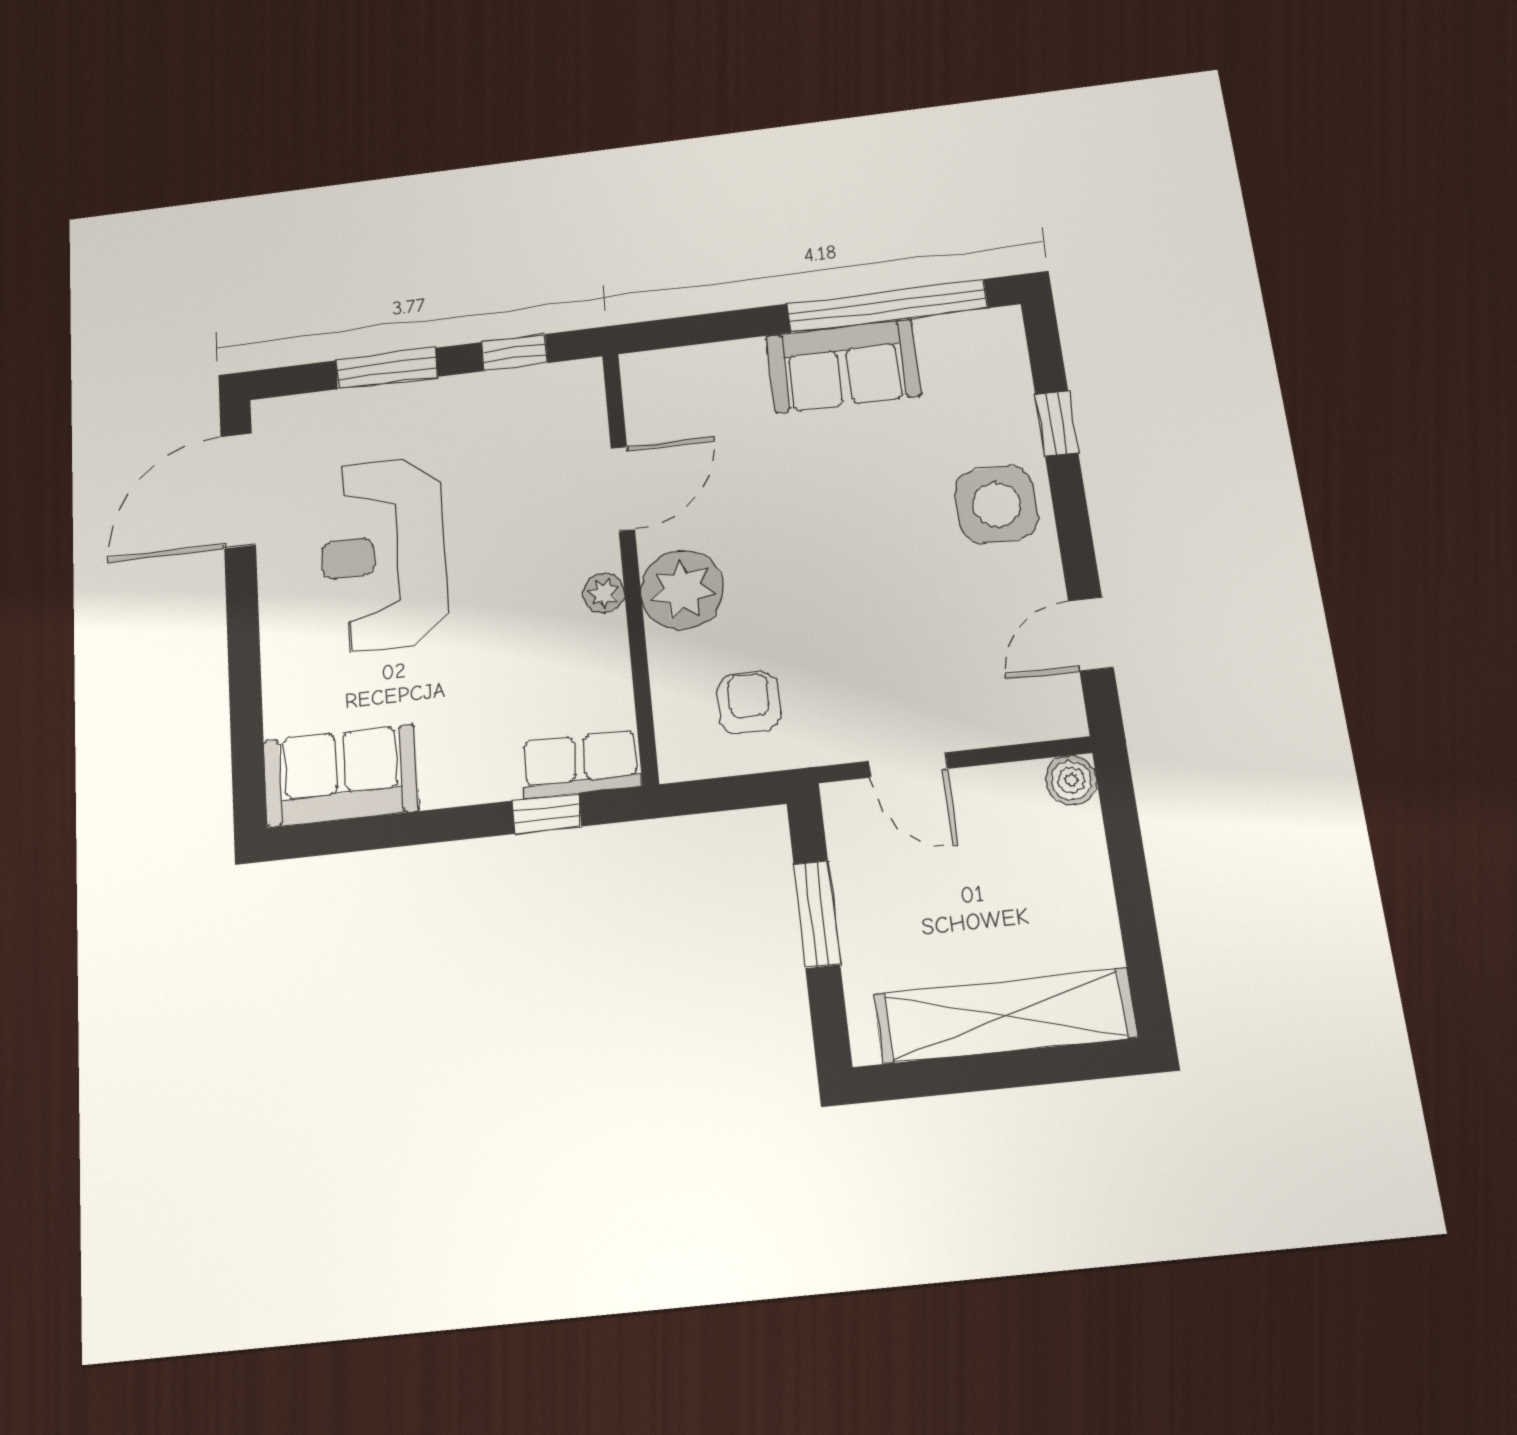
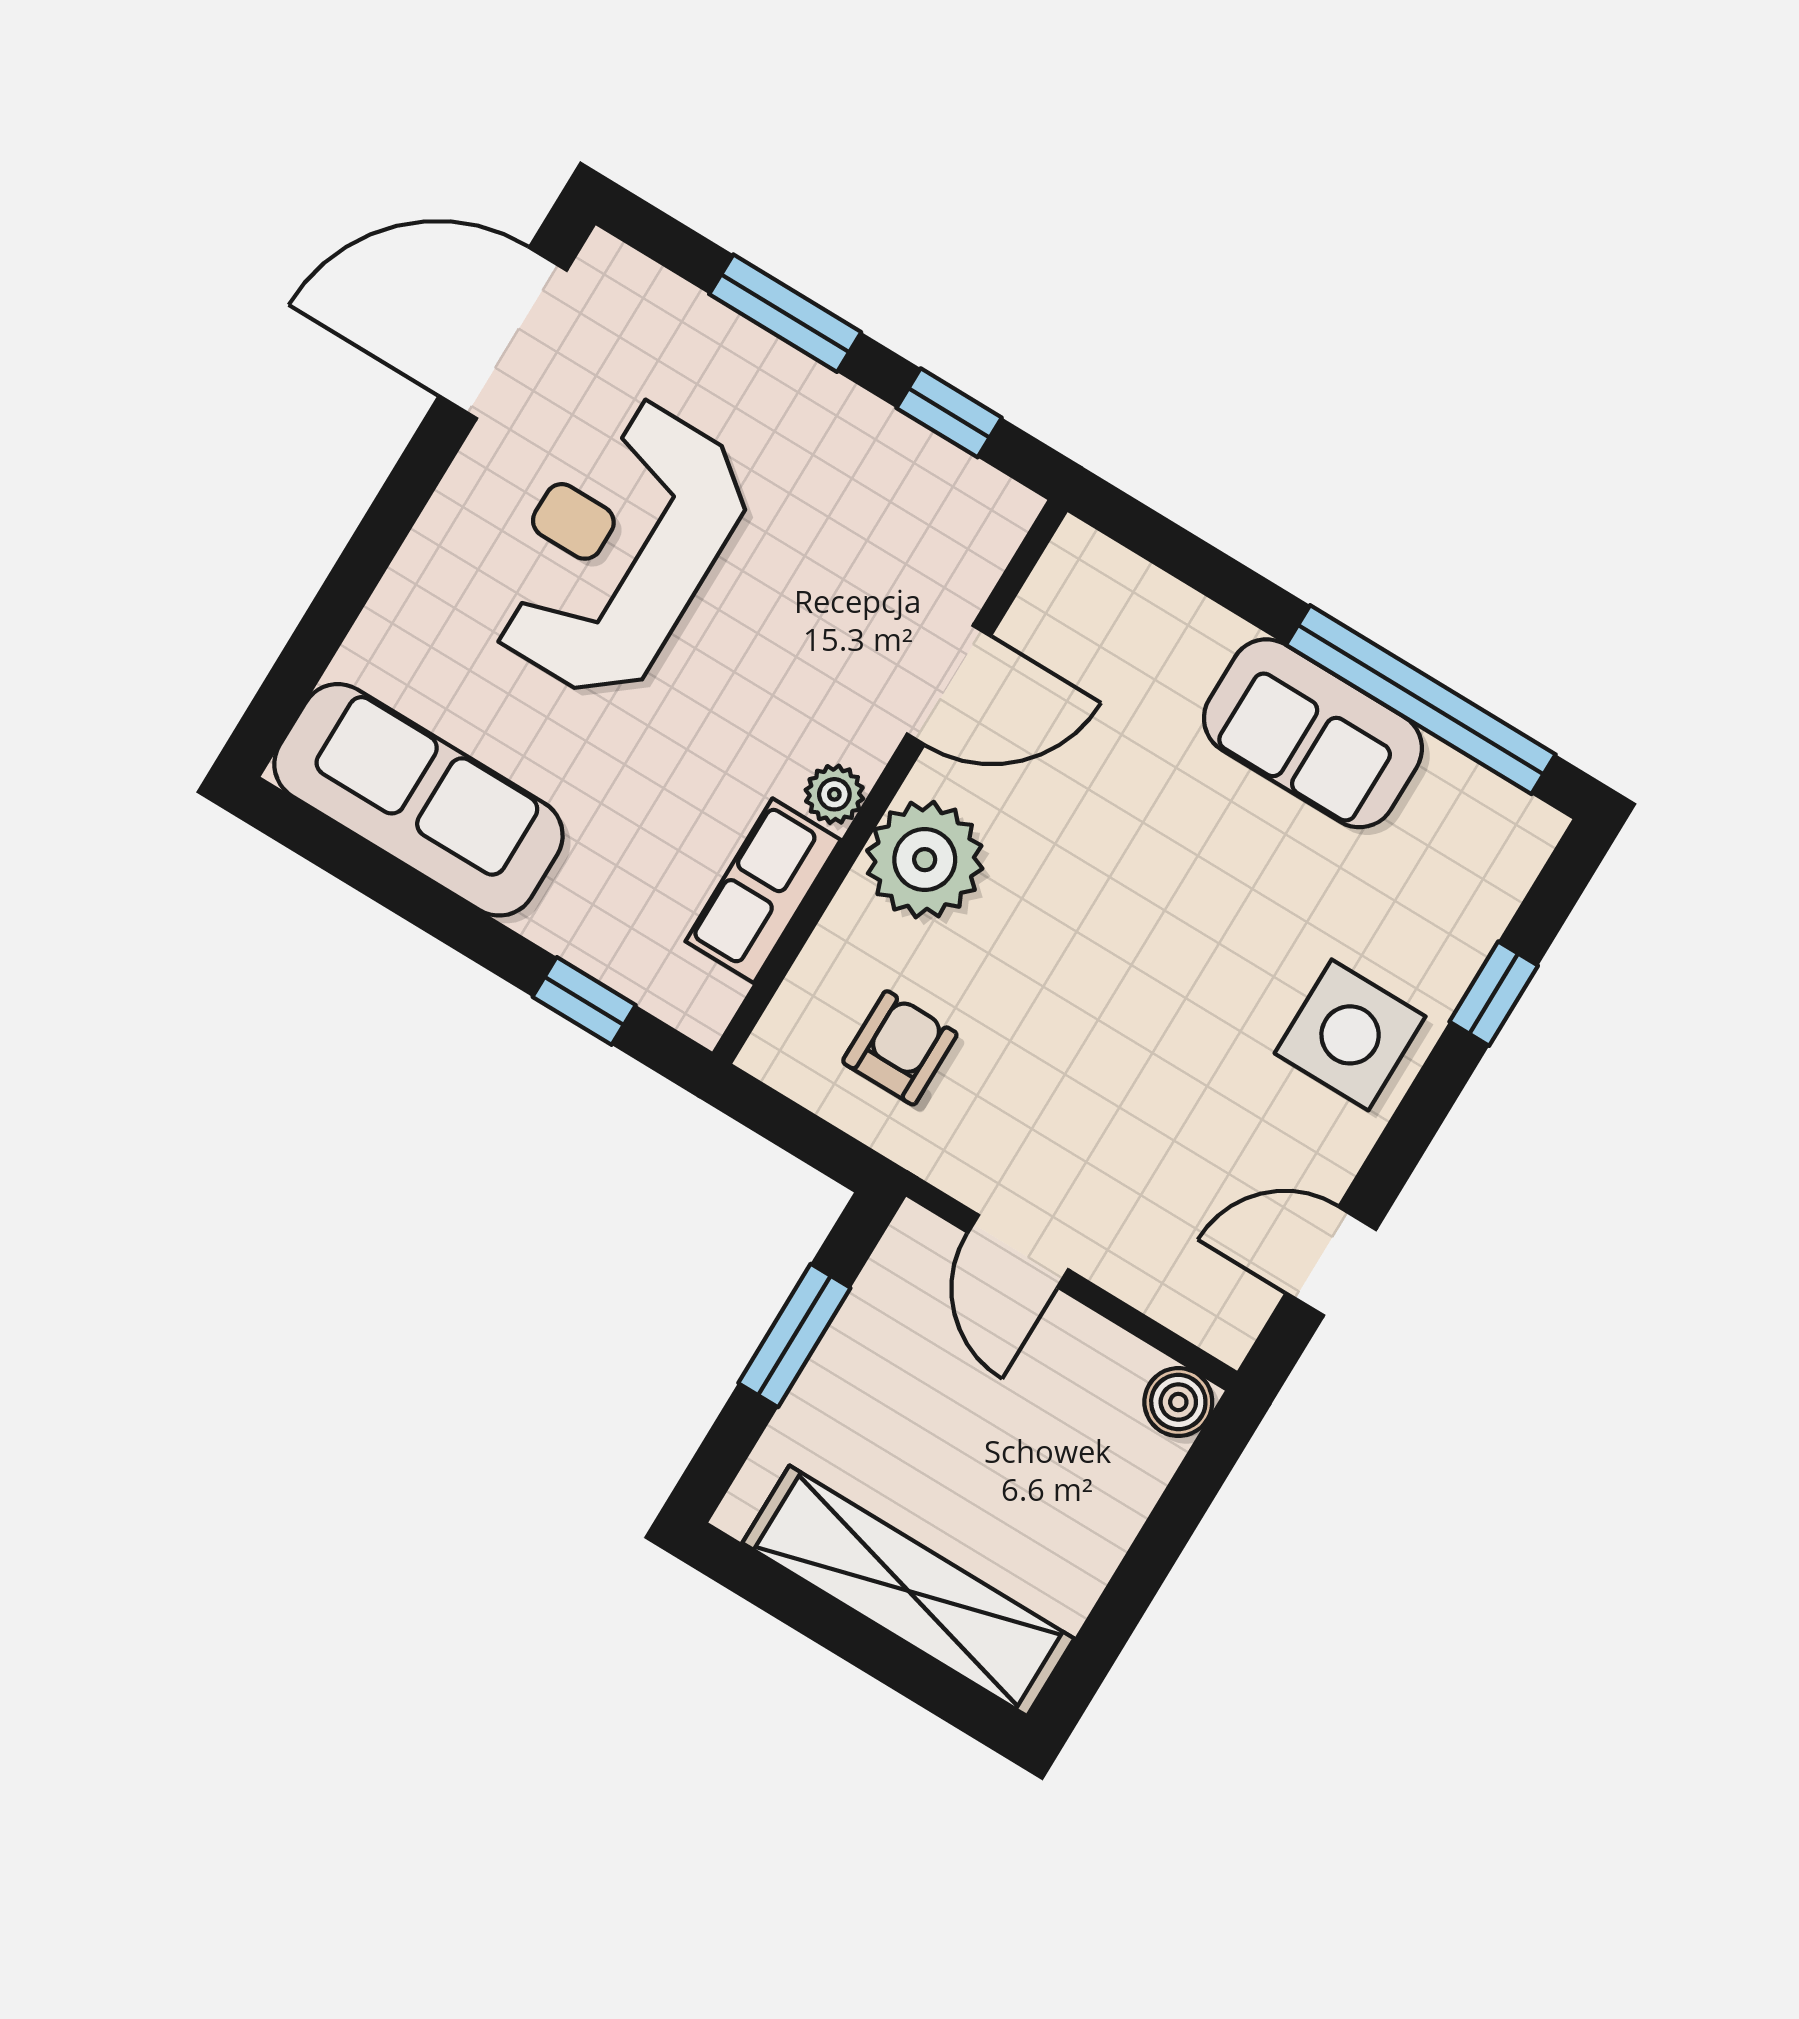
row of seats: (580, 765) -> (763, 891), moved, turned -90
sofa: (341, 776) -> (418, 800), width x1.36

